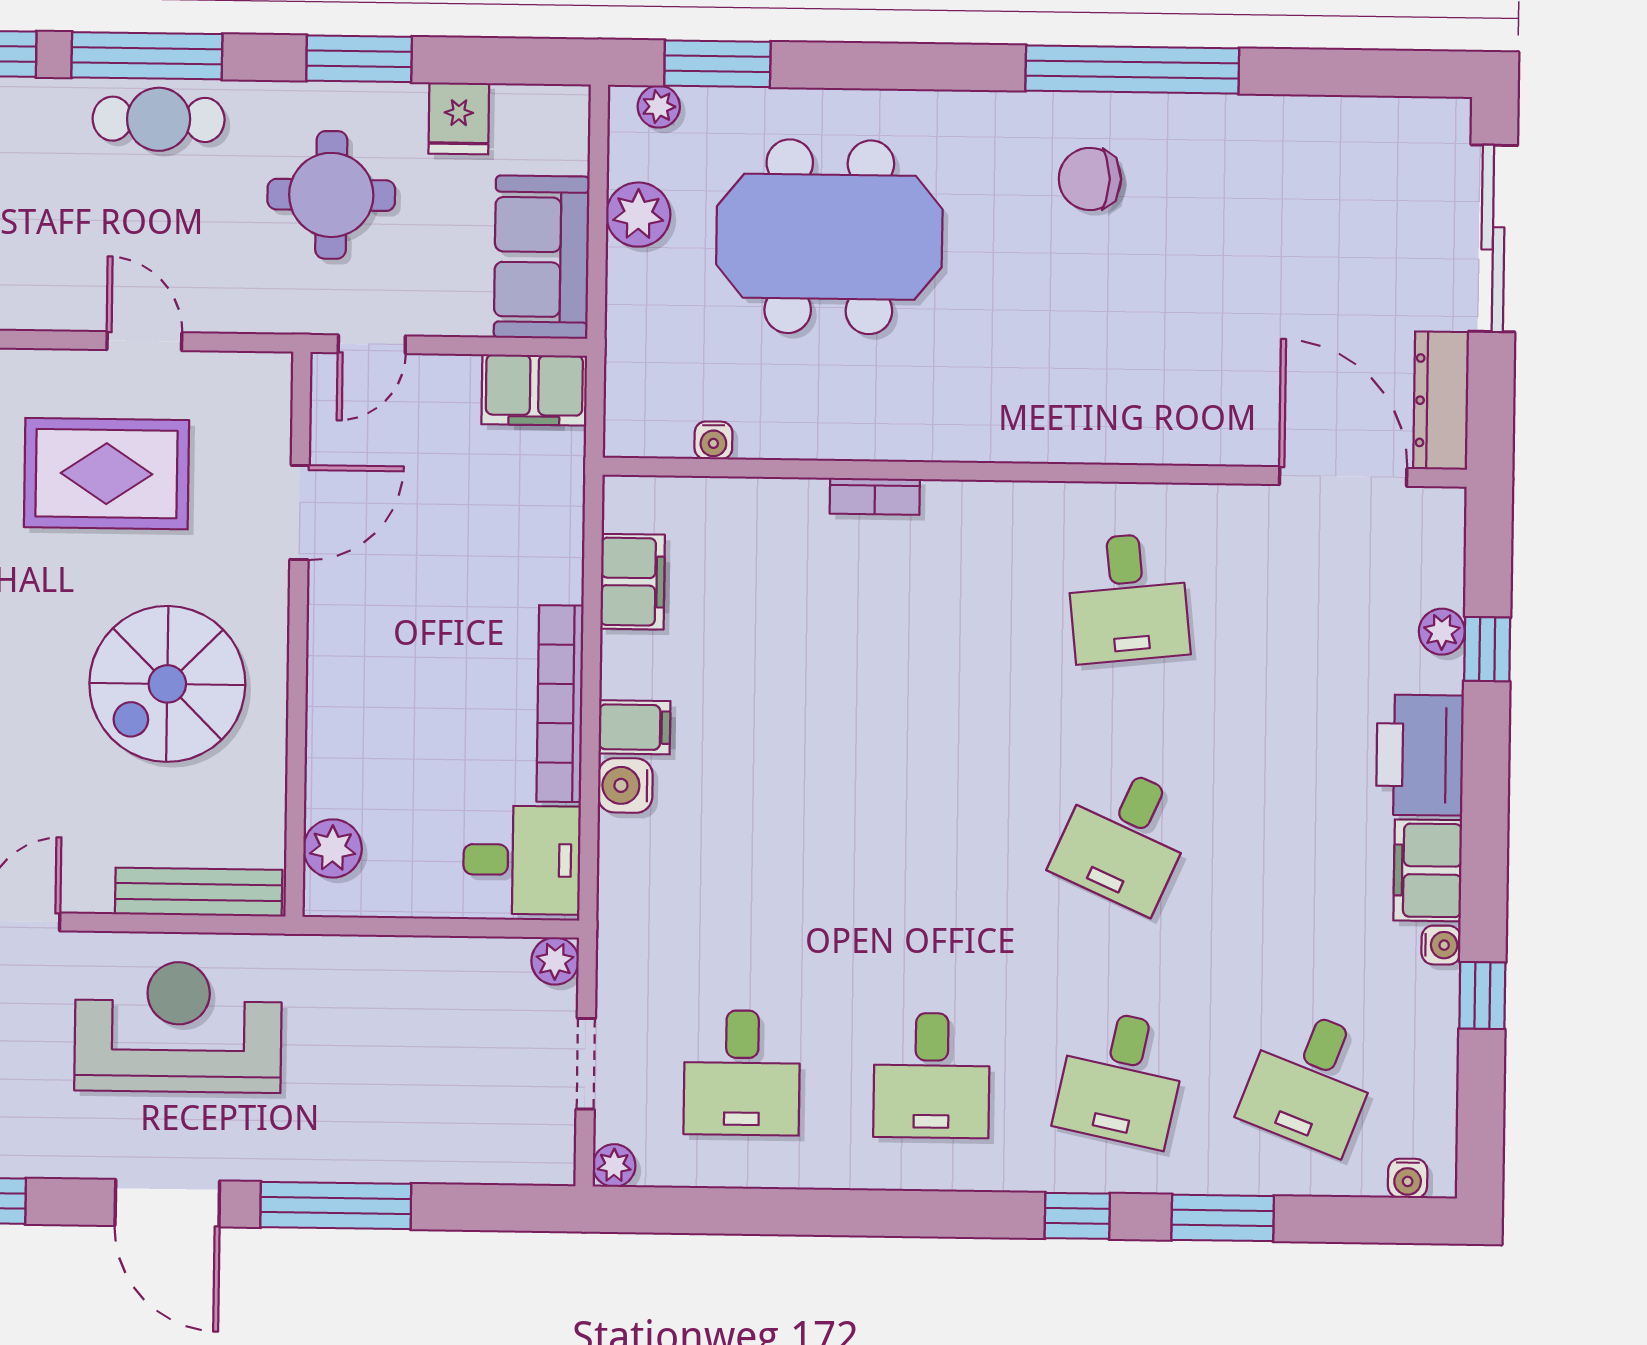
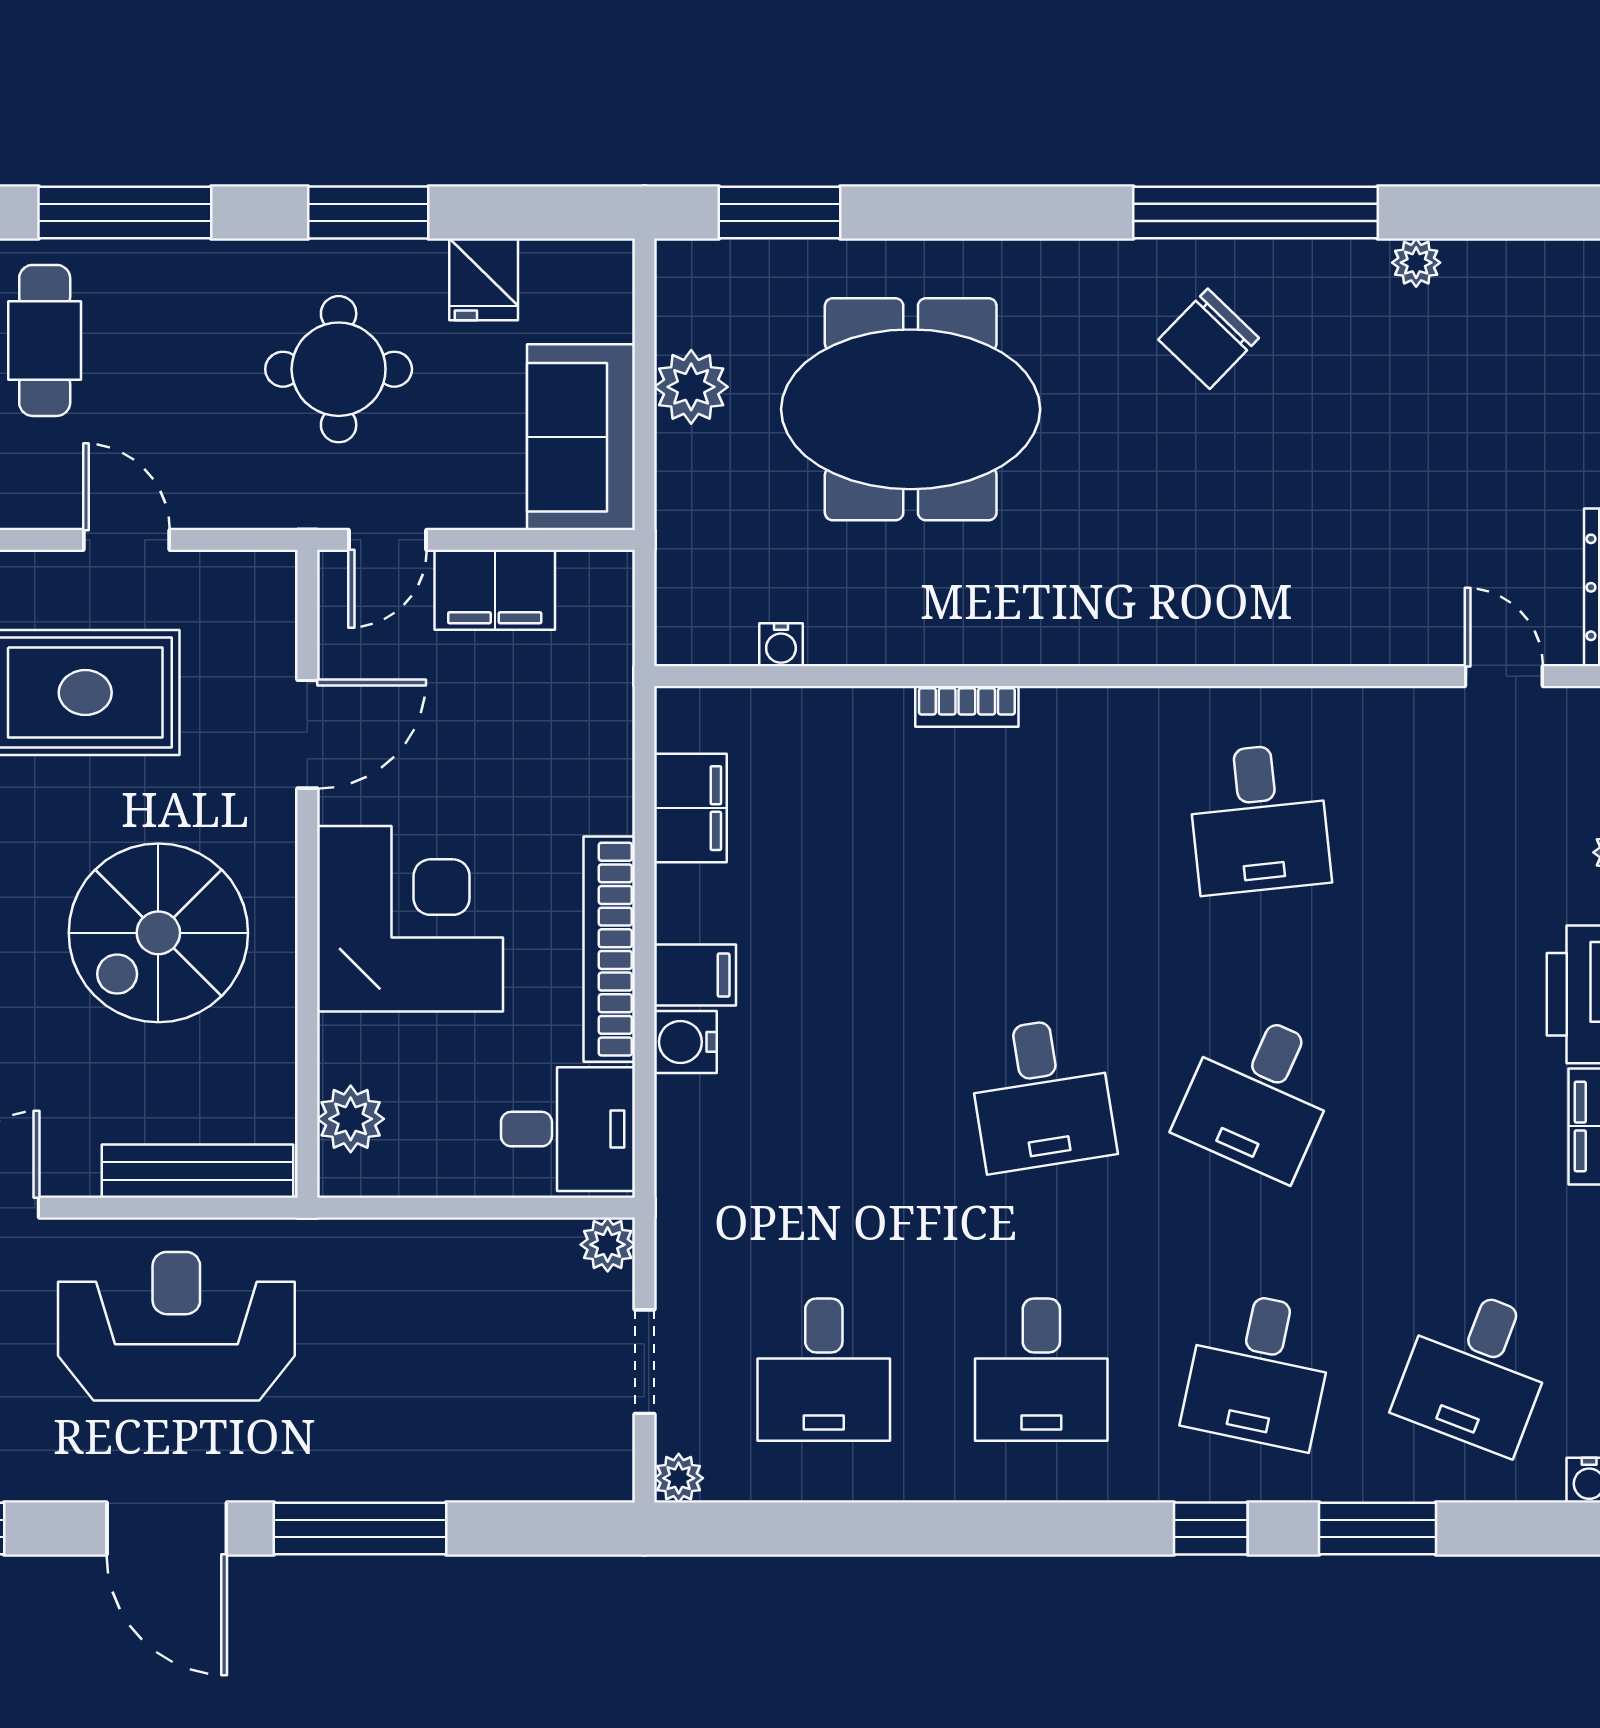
plant: (659, 107) -> (1416, 263), moved
cafe table: (159, 119) -> (45, 340), moved, turned 90
chair: (1090, 179) -> (1209, 339), turned -46
filing cabinet: (534, 390) -> (495, 590), moved
door: (1343, 477) -> (1504, 676), width x0.53
corner desk: (387, 675) -> (410, 919), added
desk: (935, 835) -> (1041, 1094), added

